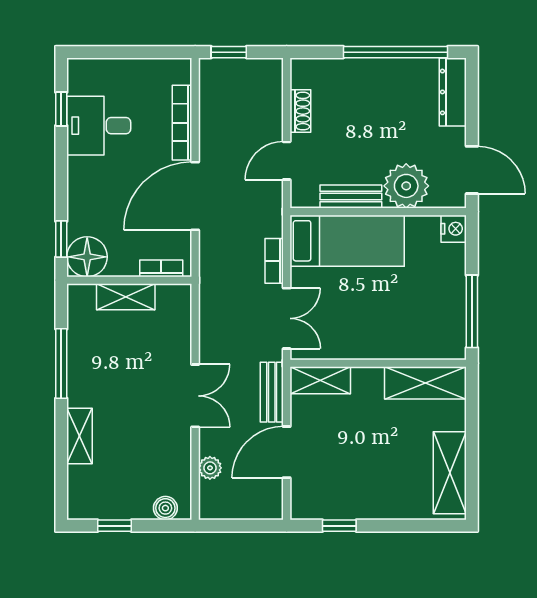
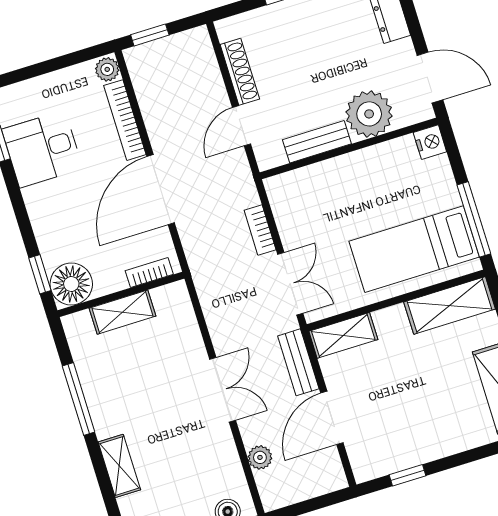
plant: (180, 71) -> (107, 69), added
shoe rack: (300, 111) -> (240, 72), width x1.43
bed: (347, 241) -> (414, 249), moved, turned 180

